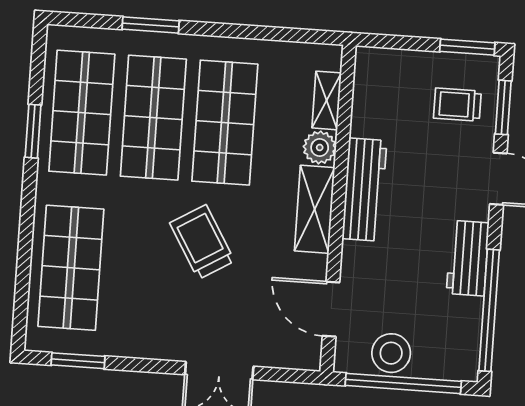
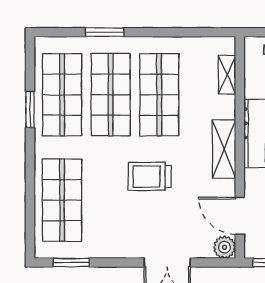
plant: (320, 147) -> (225, 247), moved
trolley: (202, 242) -> (150, 176), turned -59

